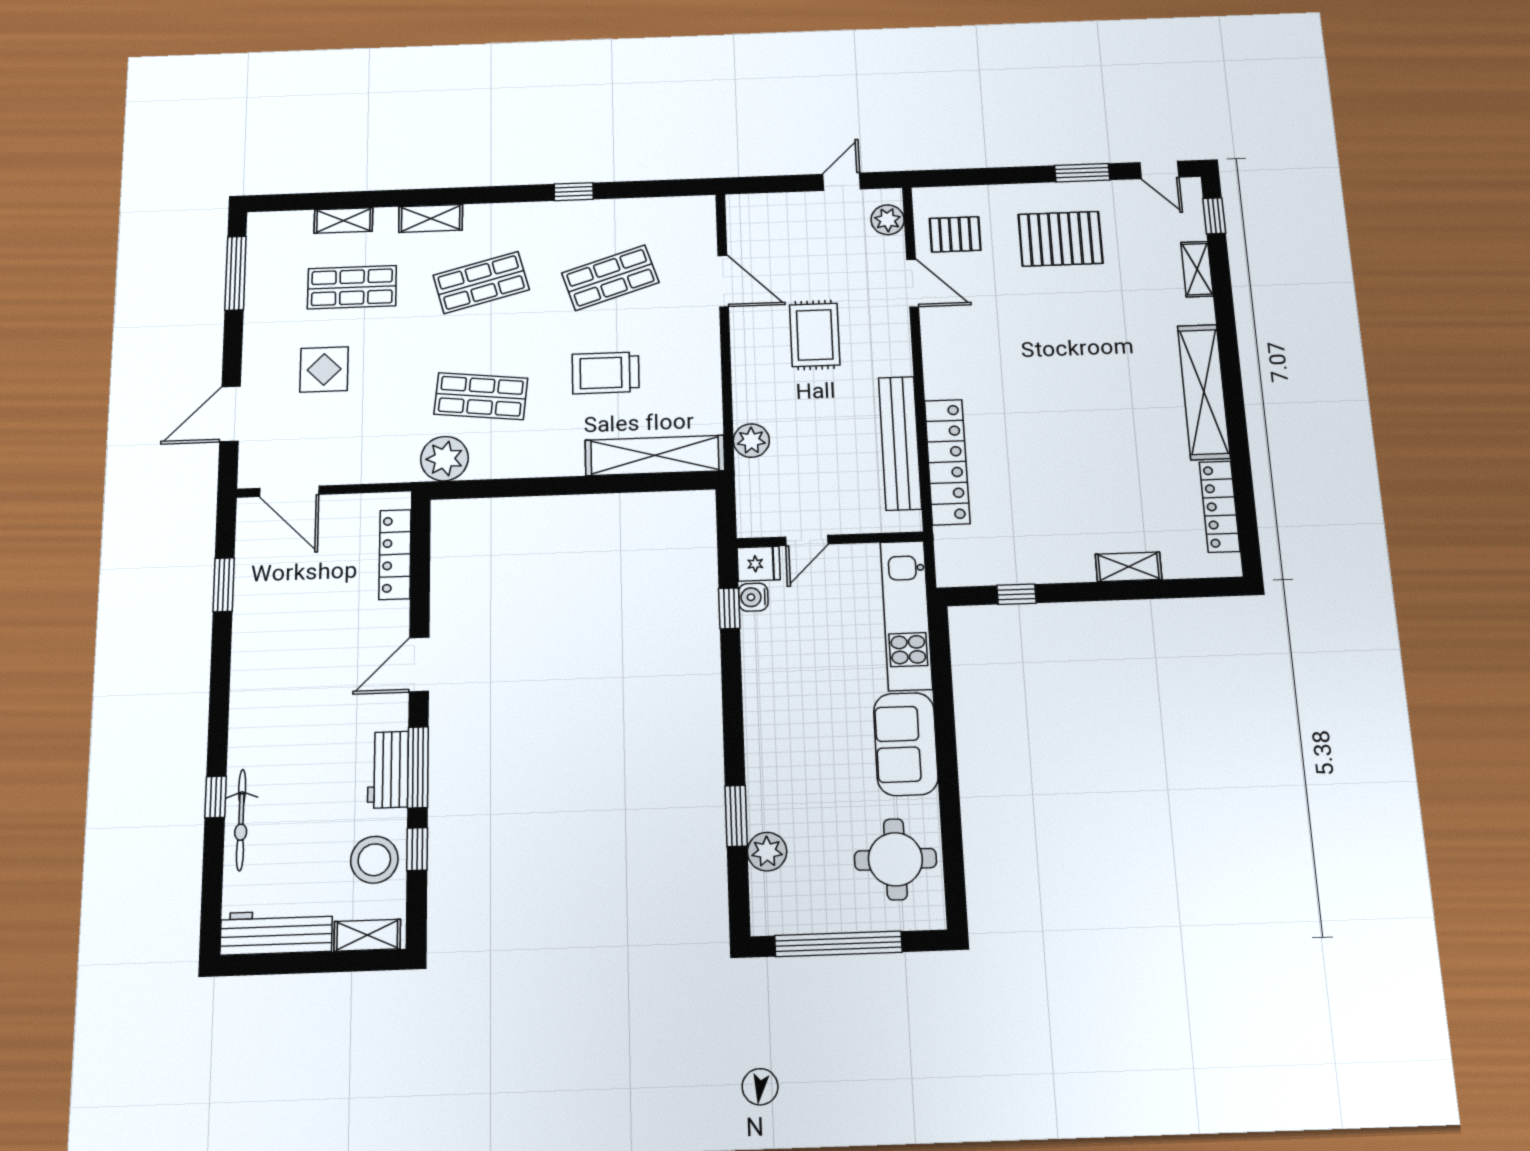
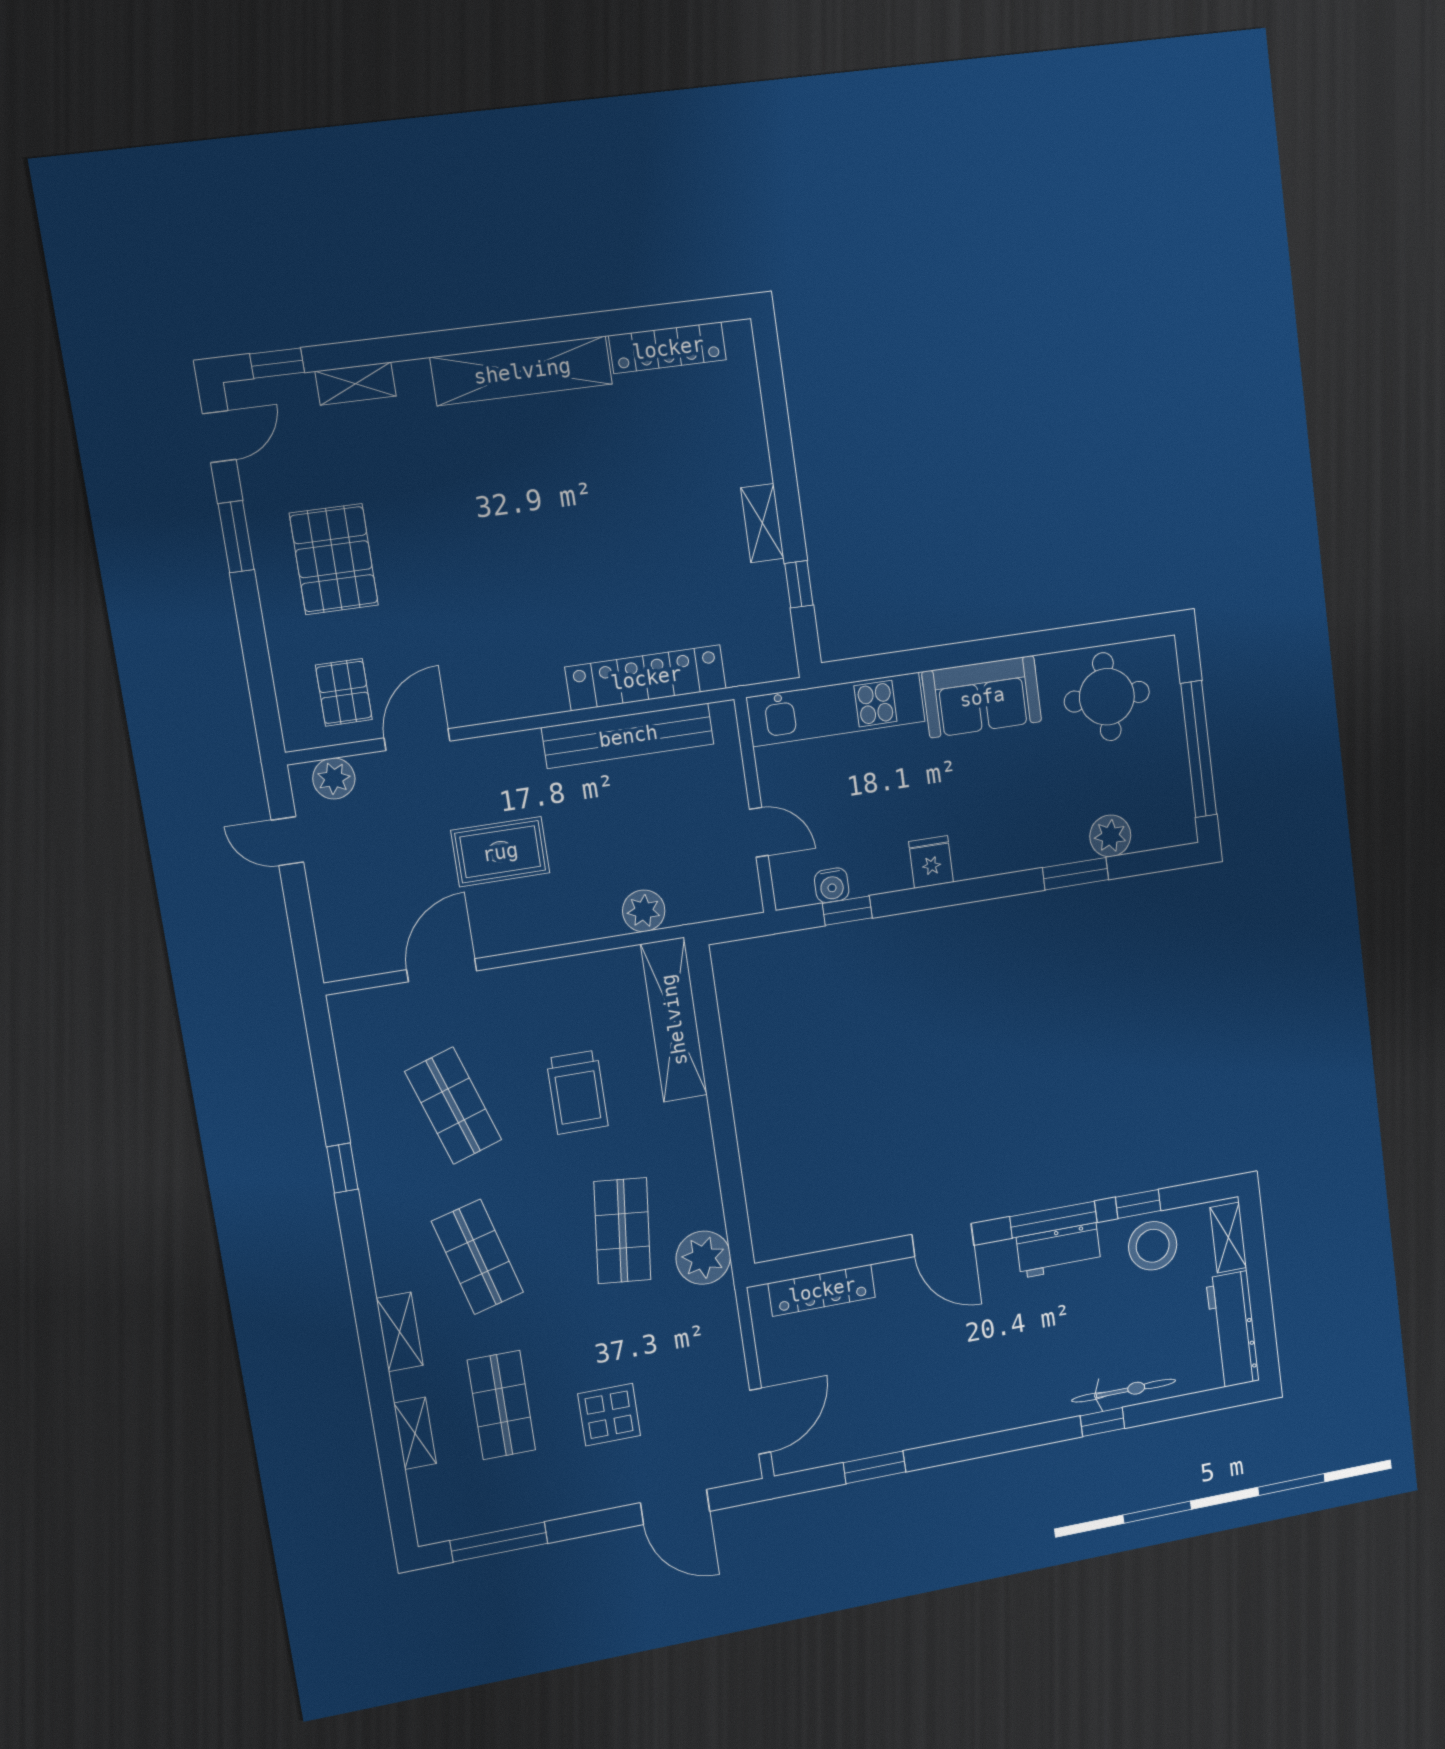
fridge: (759, 564) -> (931, 862), moved
shelving: (1129, 567) -> (762, 523), moved

